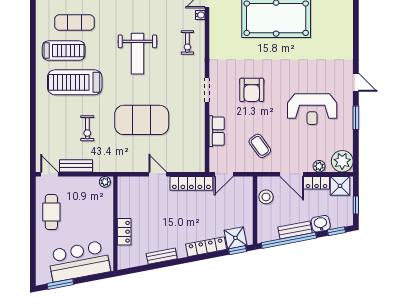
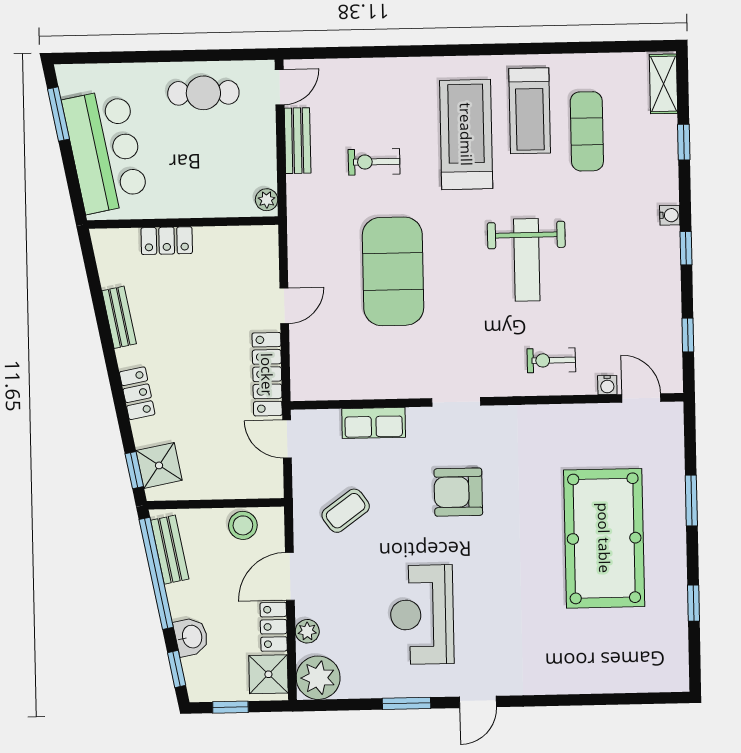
weight bench: (137, 54) -> (527, 260), turned -90
bench: (295, 230) -> (170, 550), moved
locker: (206, 247) -> (137, 393), width x0.66

